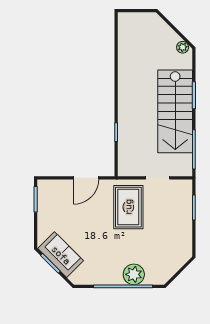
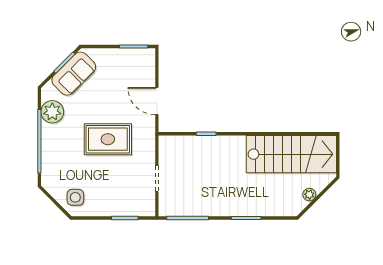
plant: (183, 47) -> (309, 195), moved
stairs: (175, 111) -> (291, 154), moved, turned 180
rug: (128, 207) -> (108, 139), moved
side table: (175, 253) -> (75, 197), added
plant: (134, 274) -> (52, 112), moved

